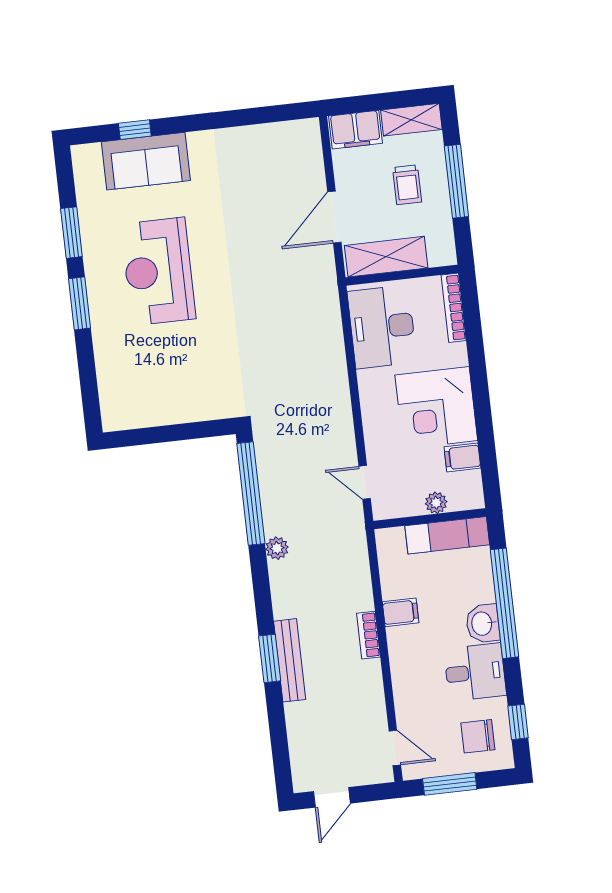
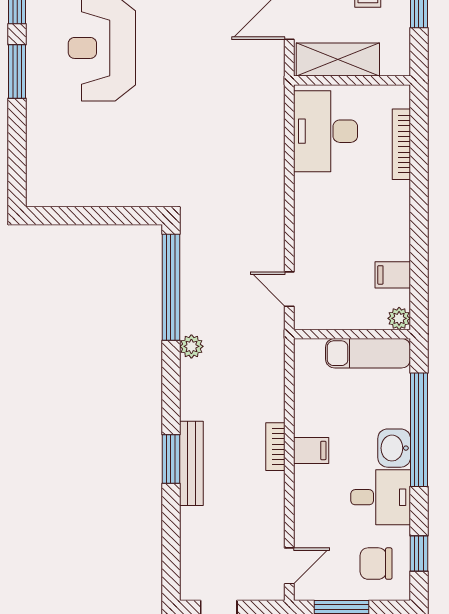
bookcase: (454, 308) -> (401, 144), moved
corner desk: (436, 408) -> (372, 221), removed
plant: (436, 503) -> (399, 318), moved
filing cabinet: (401, 612) -> (311, 450), moved
door: (395, 748) -> (289, 566), hinge flipped

